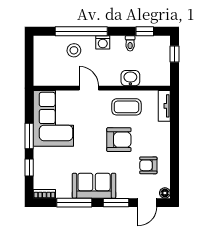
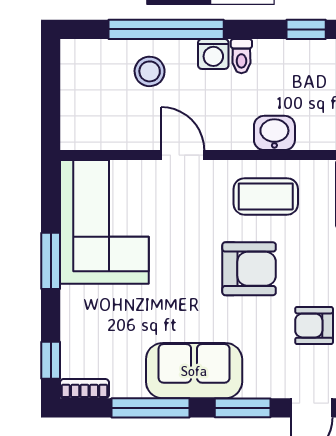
toilet: (130, 43) -> (241, 56), moved
window: (29, 168) -> (51, 360), moved

